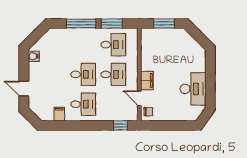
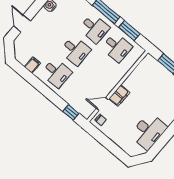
desk: (113, 74) -> (94, 28), moved
door: (139, 98) -> (102, 104), hinge flipped

